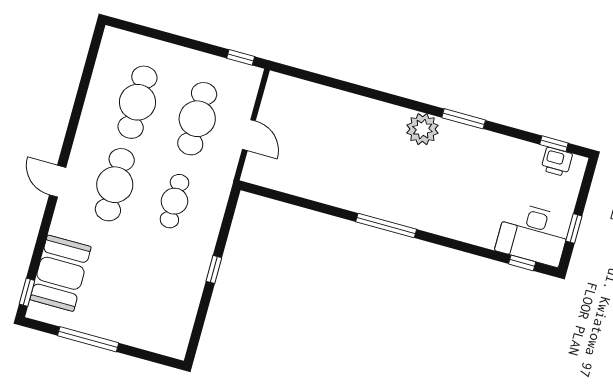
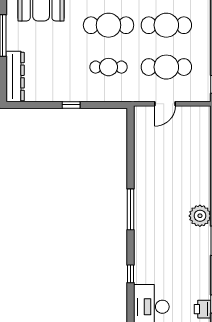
window: (522, 263) -> (131, 274), moved
dresser: (151, 338) -> (15, 77), added

